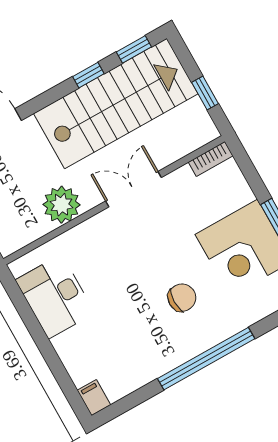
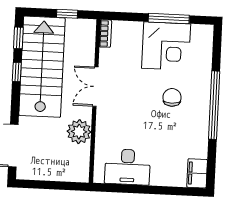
filing cabinet: (94, 398) -> (197, 173), width x2.00

